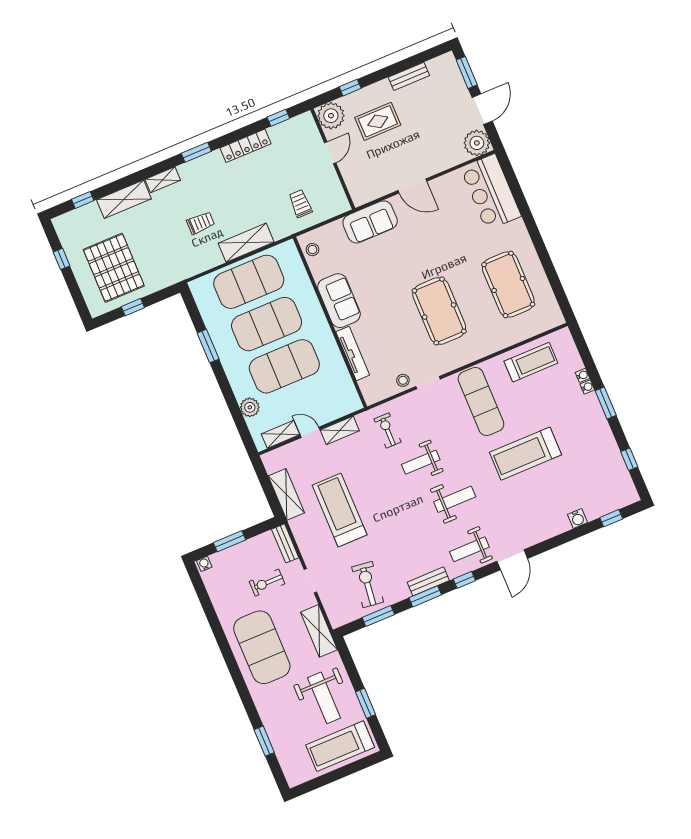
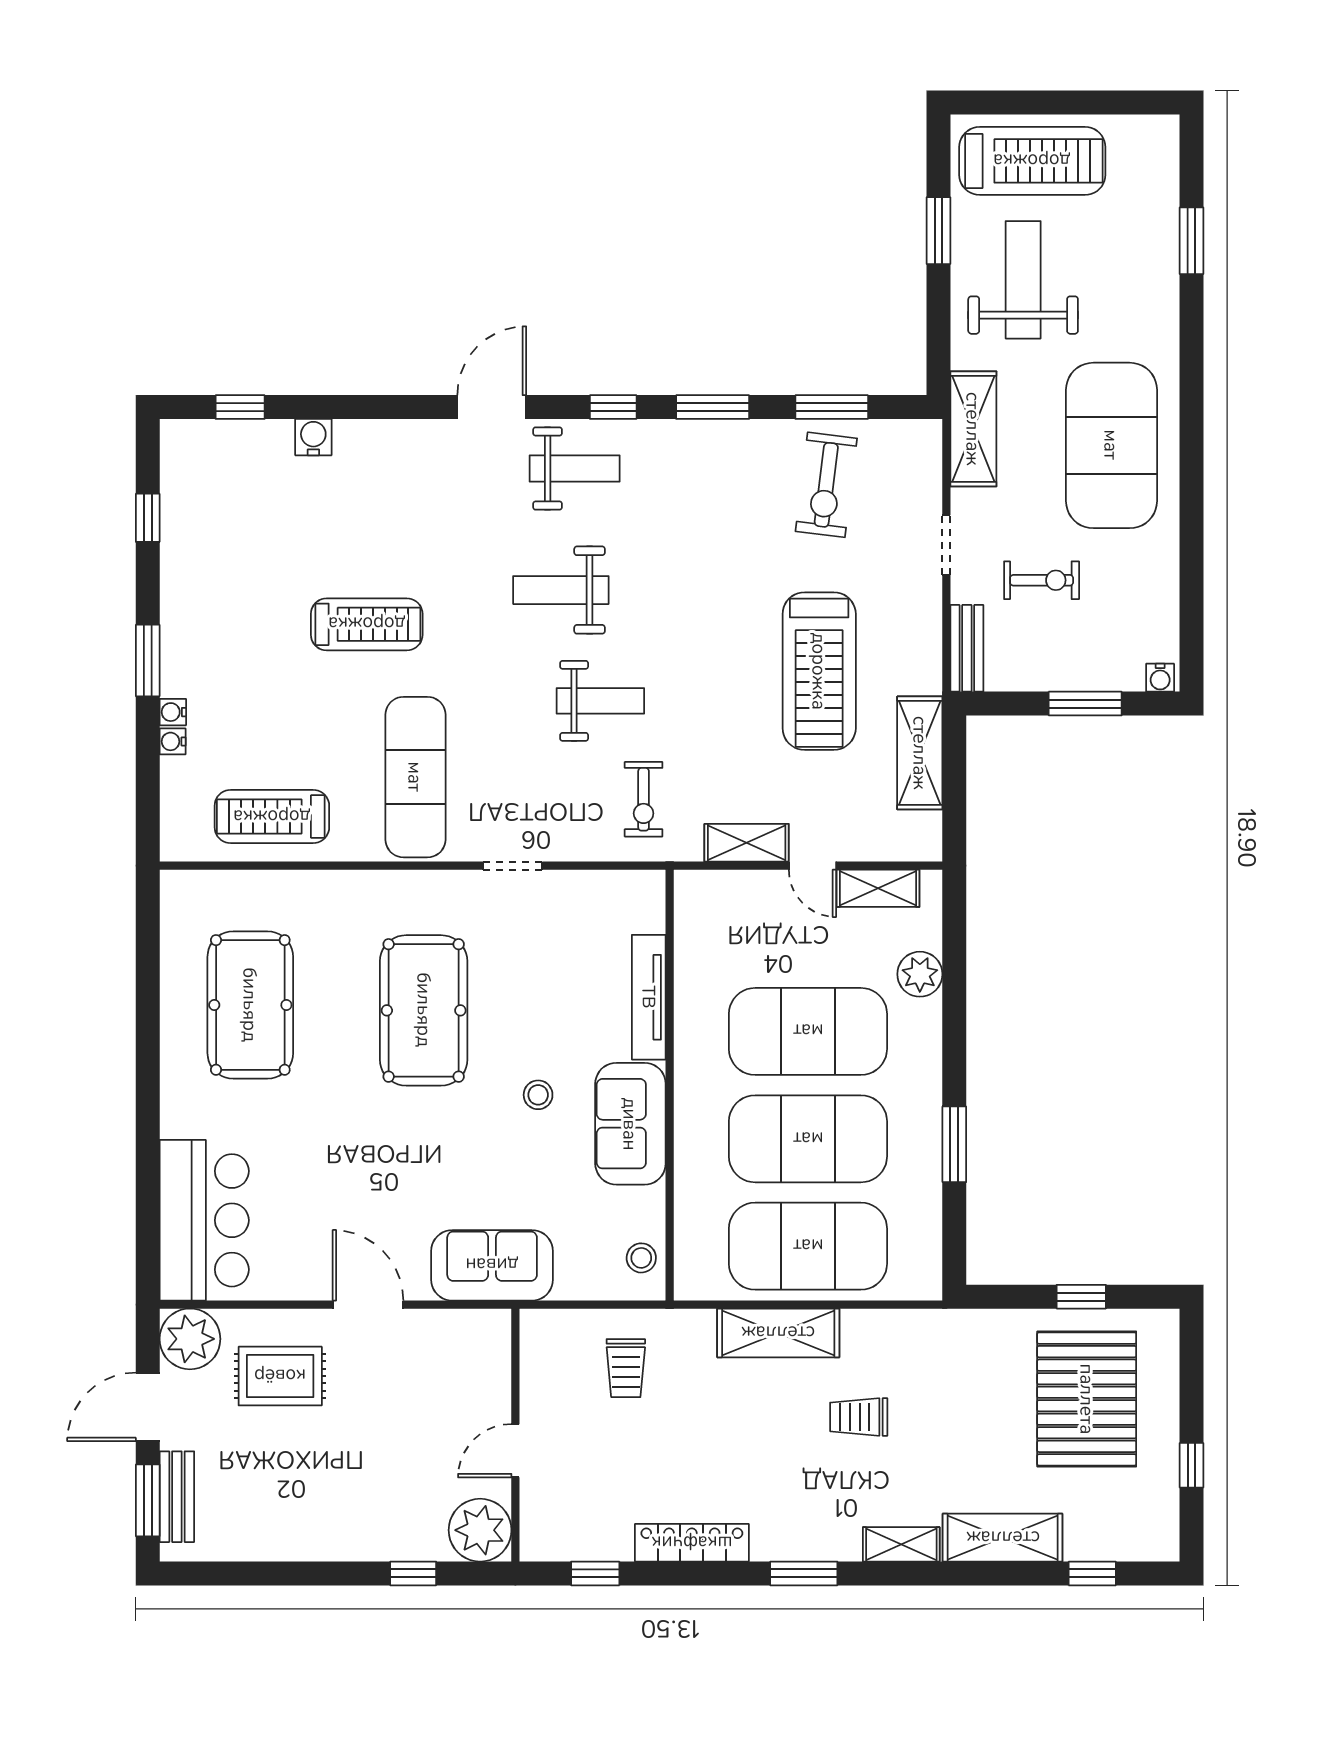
bench: (409, 76) -> (177, 1497), moved, turned 90
rug: (378, 121) -> (280, 1376), moved
stool: (403, 380) -> (538, 1095), moved
treadmill: (525, 454) -> (367, 624), width x0.73, depth x0.73
bench: (428, 581) -> (692, 437), removed

